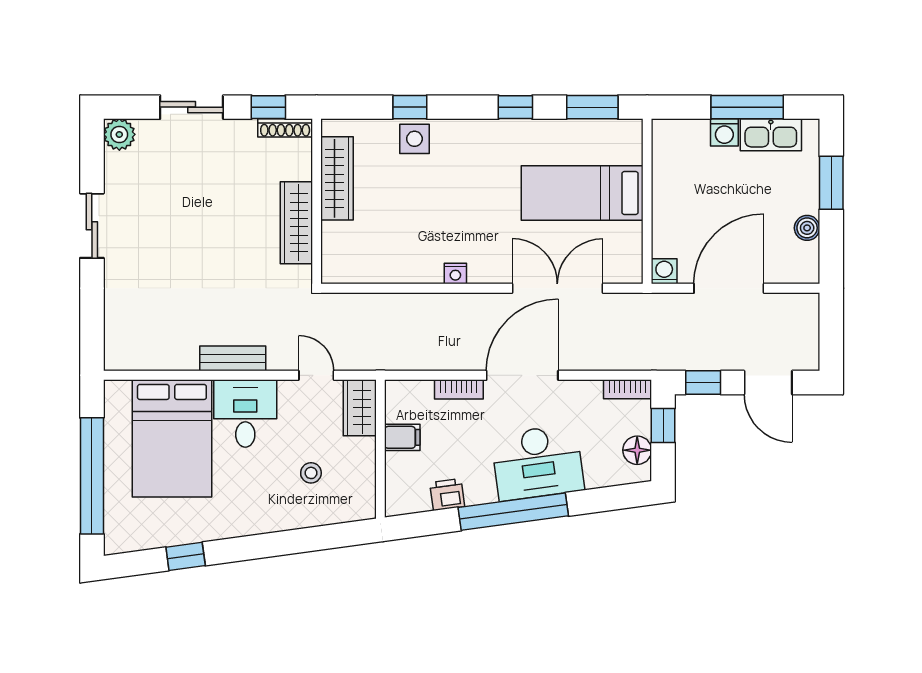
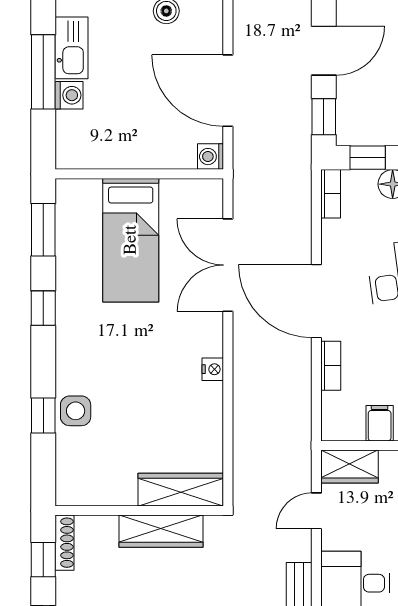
wardrobe: (337, 178) -> (181, 490), moved

